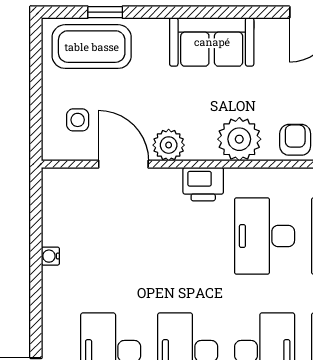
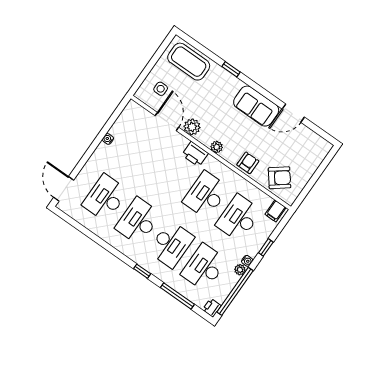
window: (105, 12) -> (231, 69), moved
sofa: (212, 42) -> (256, 106), moved
plant: (239, 139) -> (217, 147), width x0.53, depth x0.53

